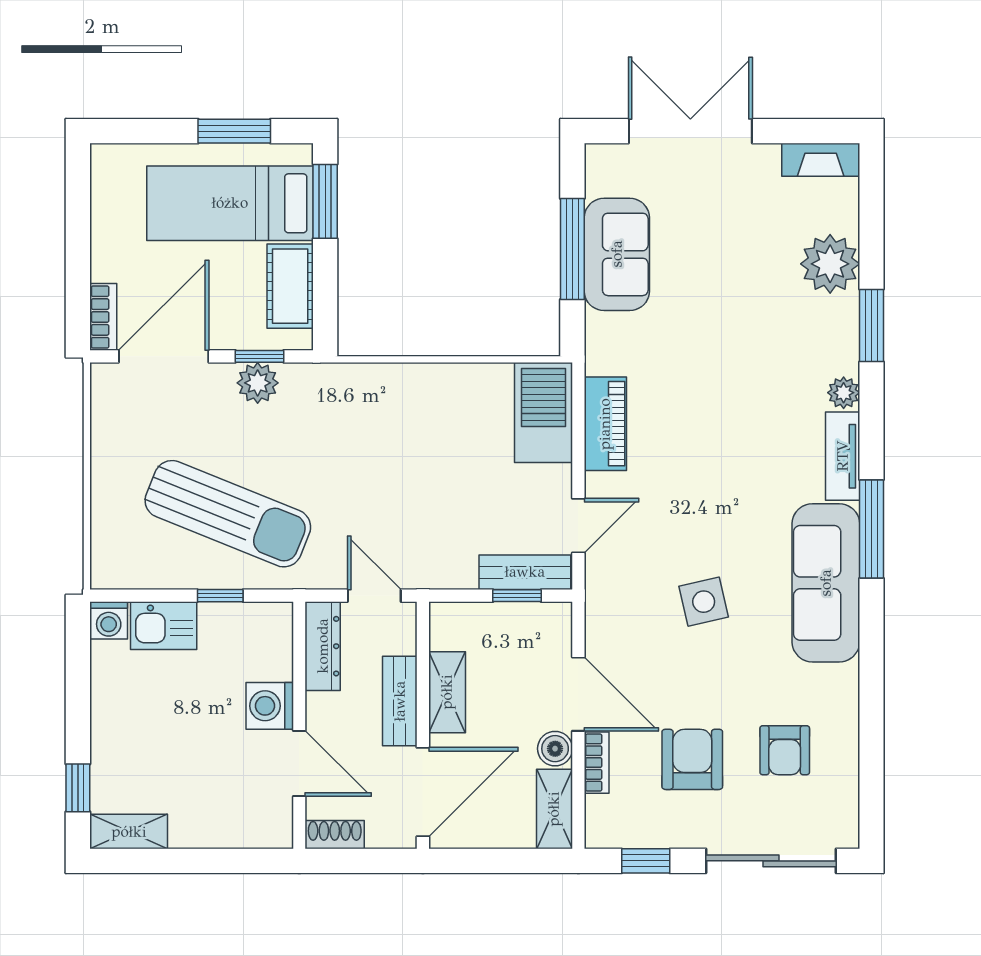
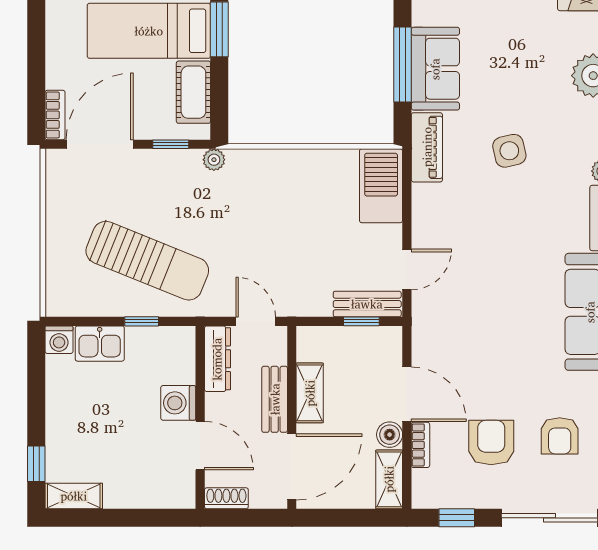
plant: (258, 383) -> (214, 160), moved, width x0.73, depth x0.73
piano: (605, 424) -> (427, 147), moved
side table: (704, 602) -> (509, 151), moved

